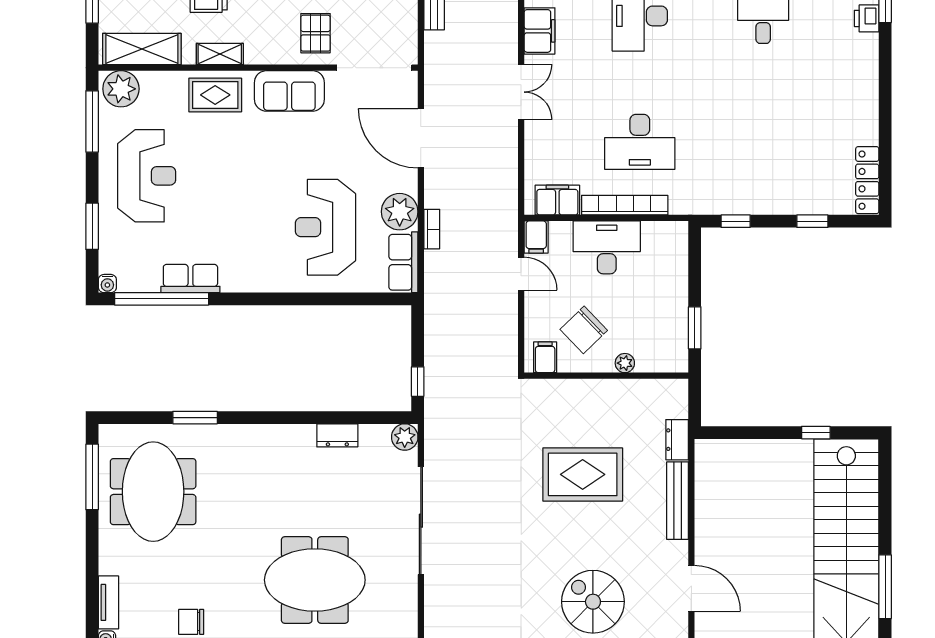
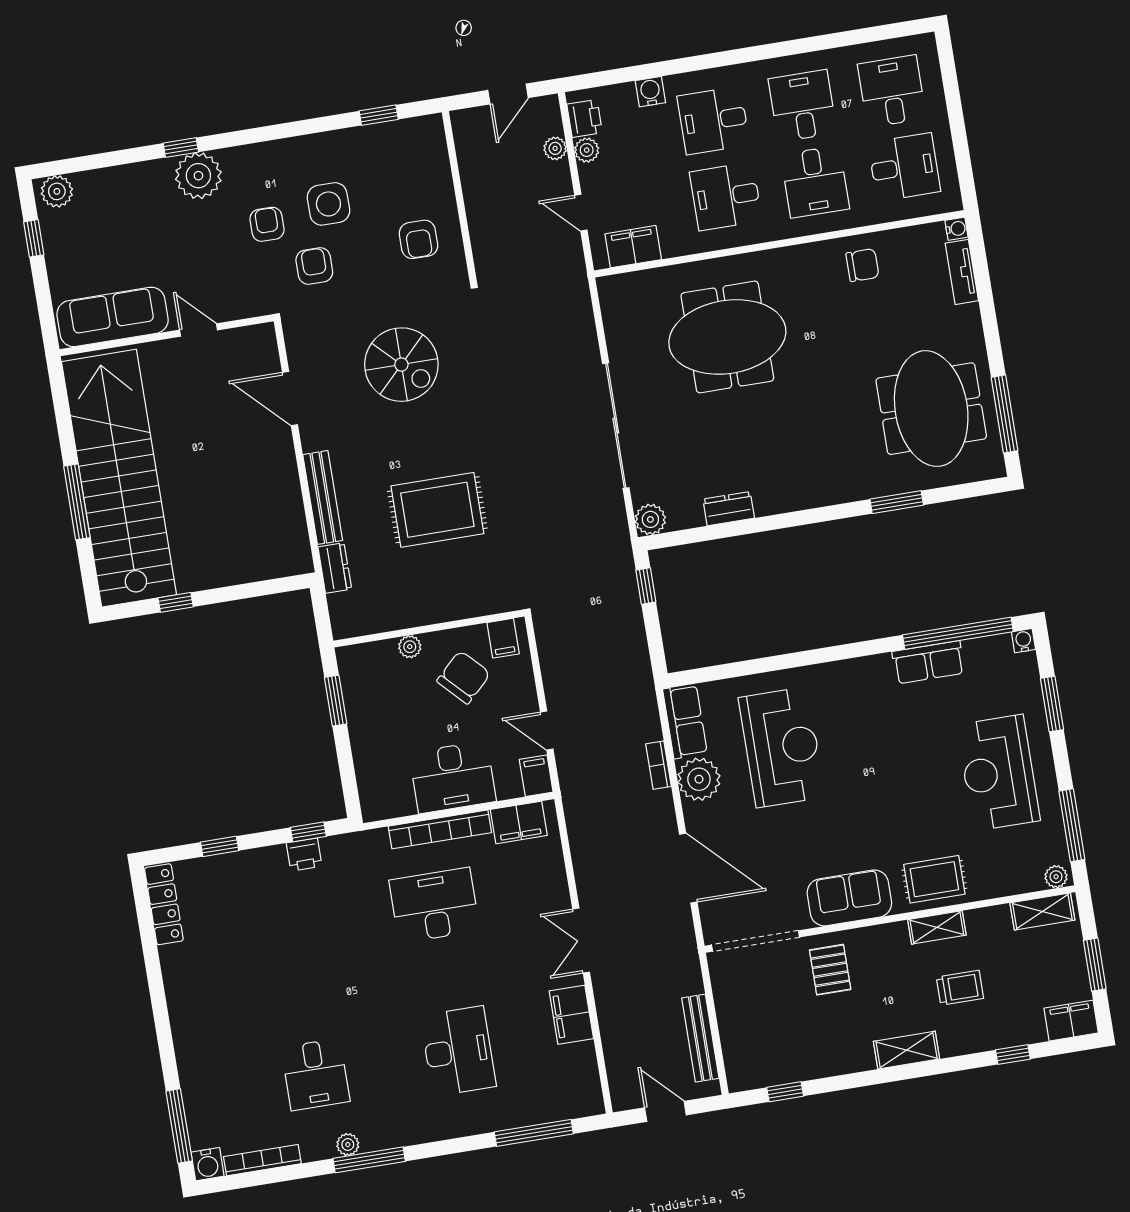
printer: (867, 18) -> (304, 855), moved, turned 90
shelving: (142, 49) -> (1042, 912), width x0.67, depth x0.75
plant: (121, 89) -> (1056, 877), width x0.53, depth x0.53
window: (885, 587) -> (77, 502), moved

